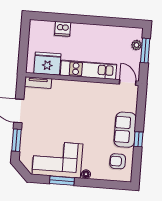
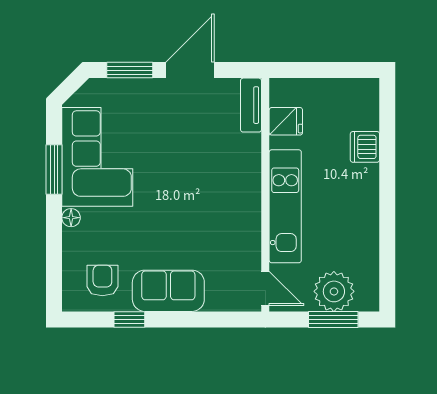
plant: (137, 45) -> (334, 291), width x1.88, depth x1.88
fridge: (47, 64) -> (286, 121), width x0.53, depth x0.75
door: (128, 82) -> (265, 289), hinge flipped
window: (138, 139) -> (129, 319), moved

